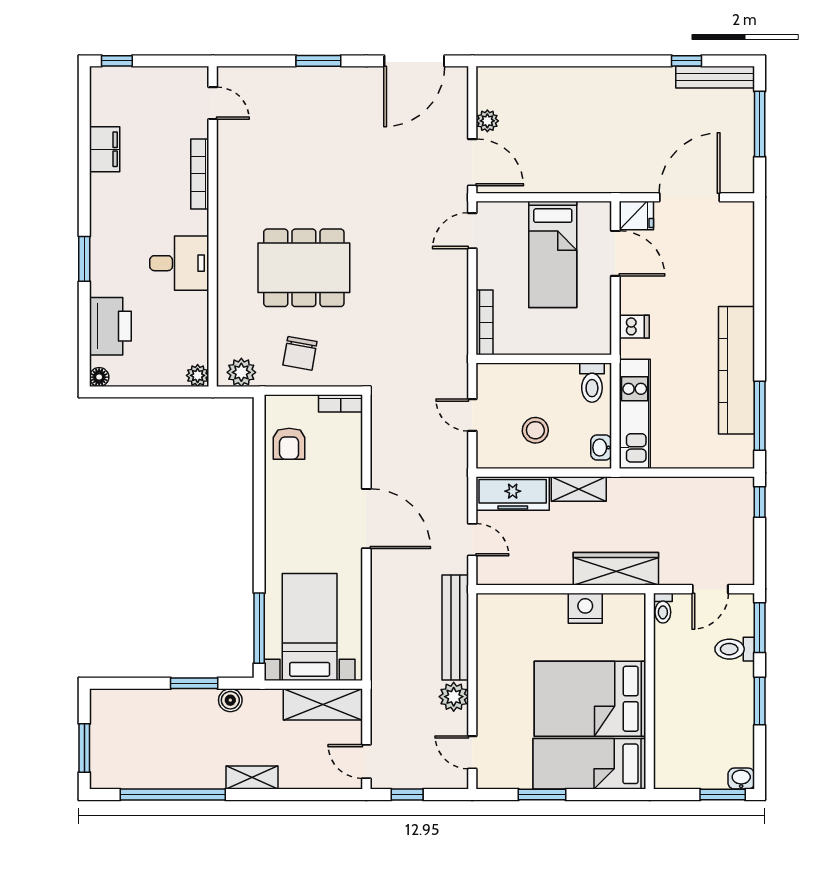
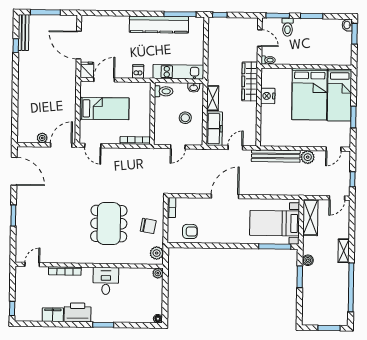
printer: (110, 326) -> (78, 312), moved

